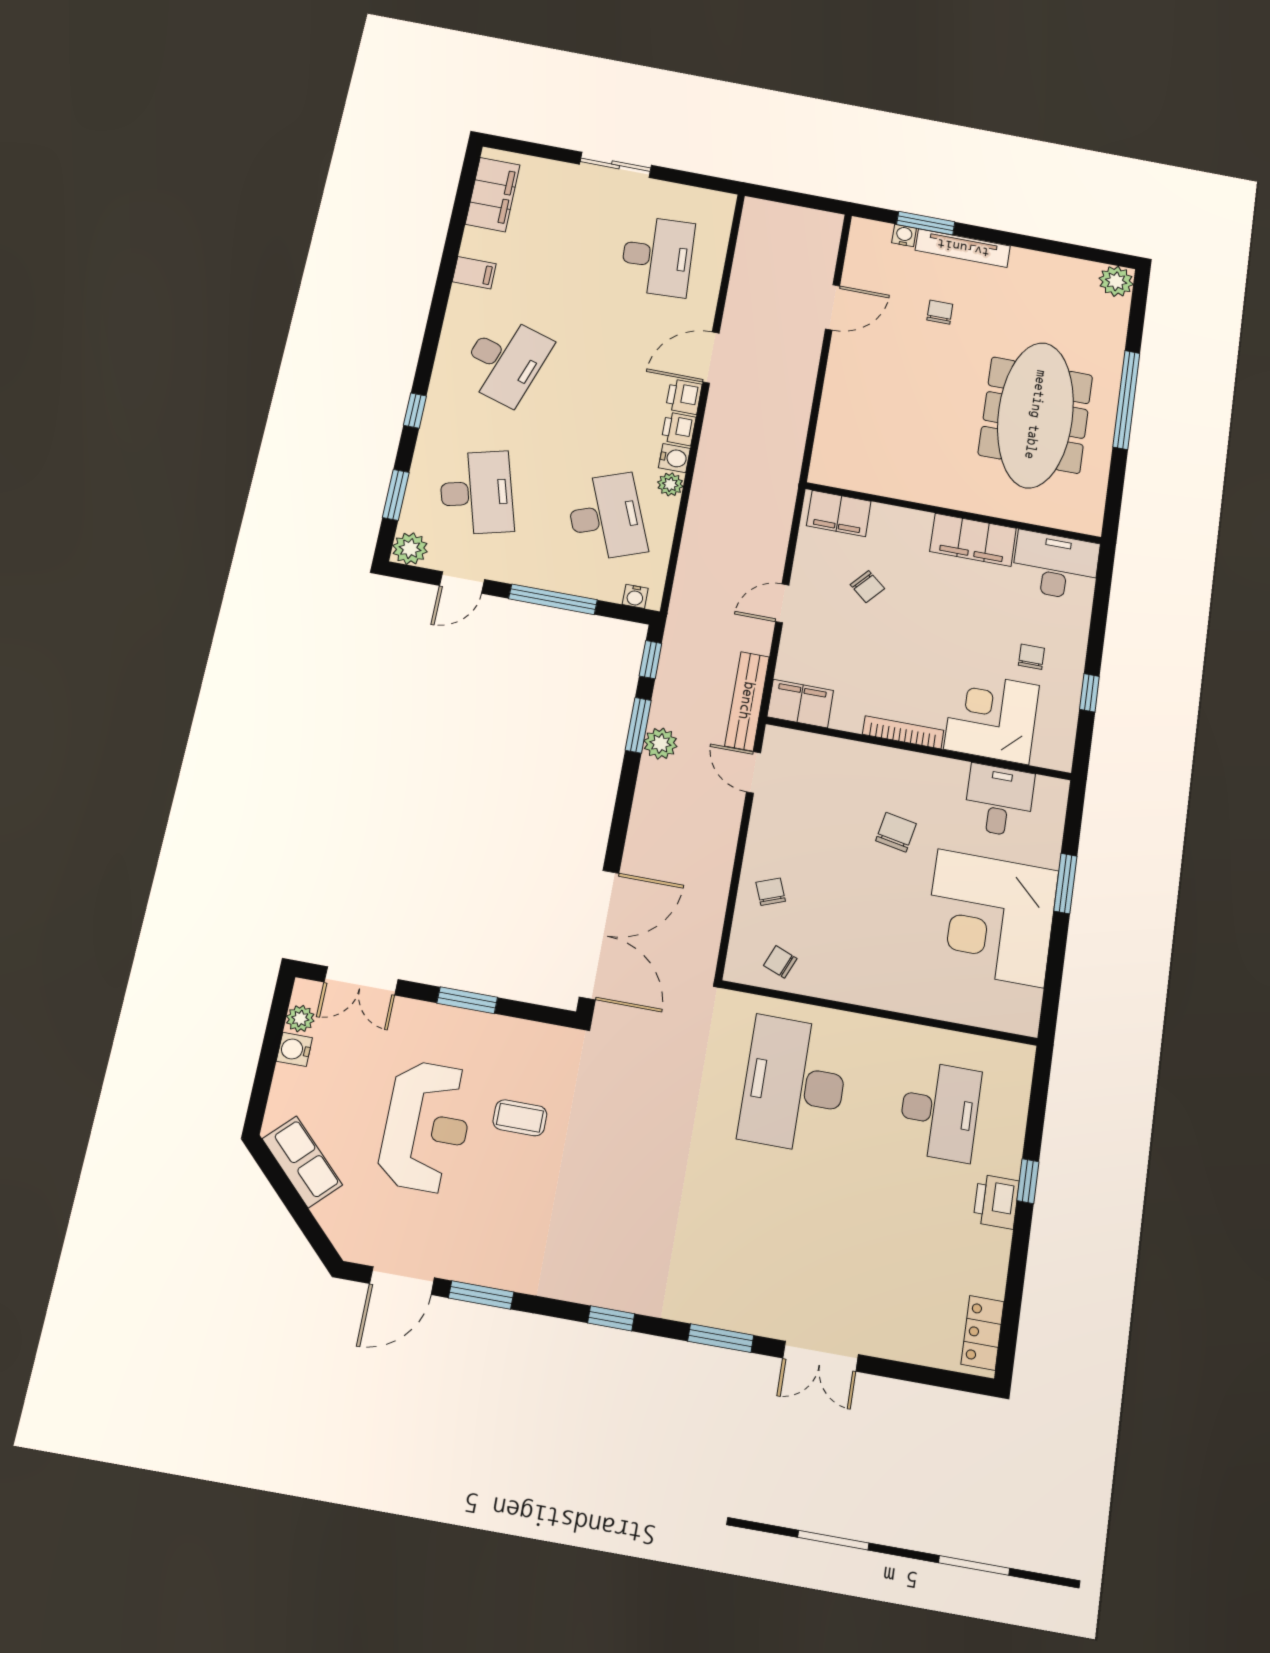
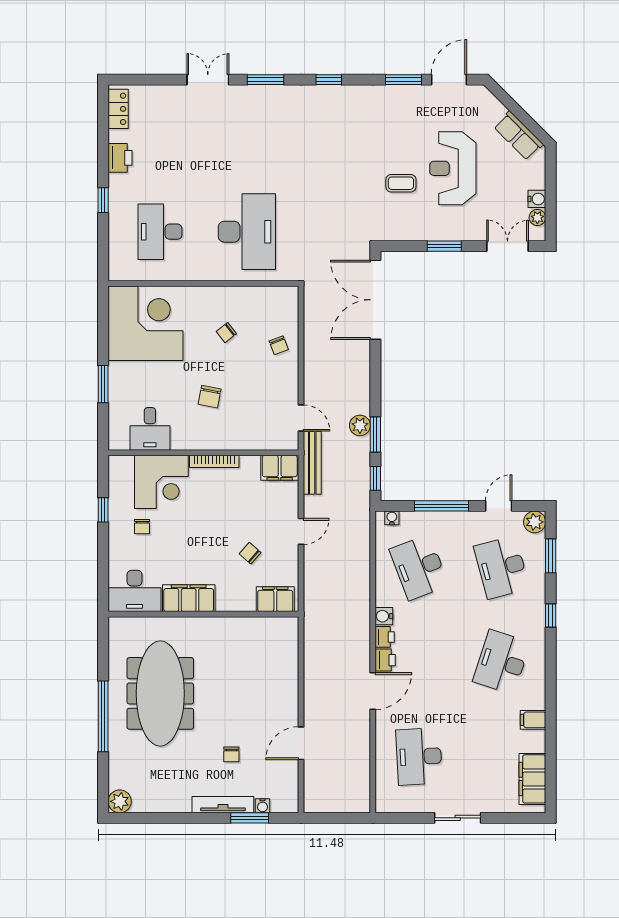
plant: (670, 484) -> (383, 598), removed
corner desk: (991, 918) -> (145, 323), moved
chair: (780, 962) -> (226, 333), moved, turned 120
printer: (996, 1202) -> (120, 158), moved

